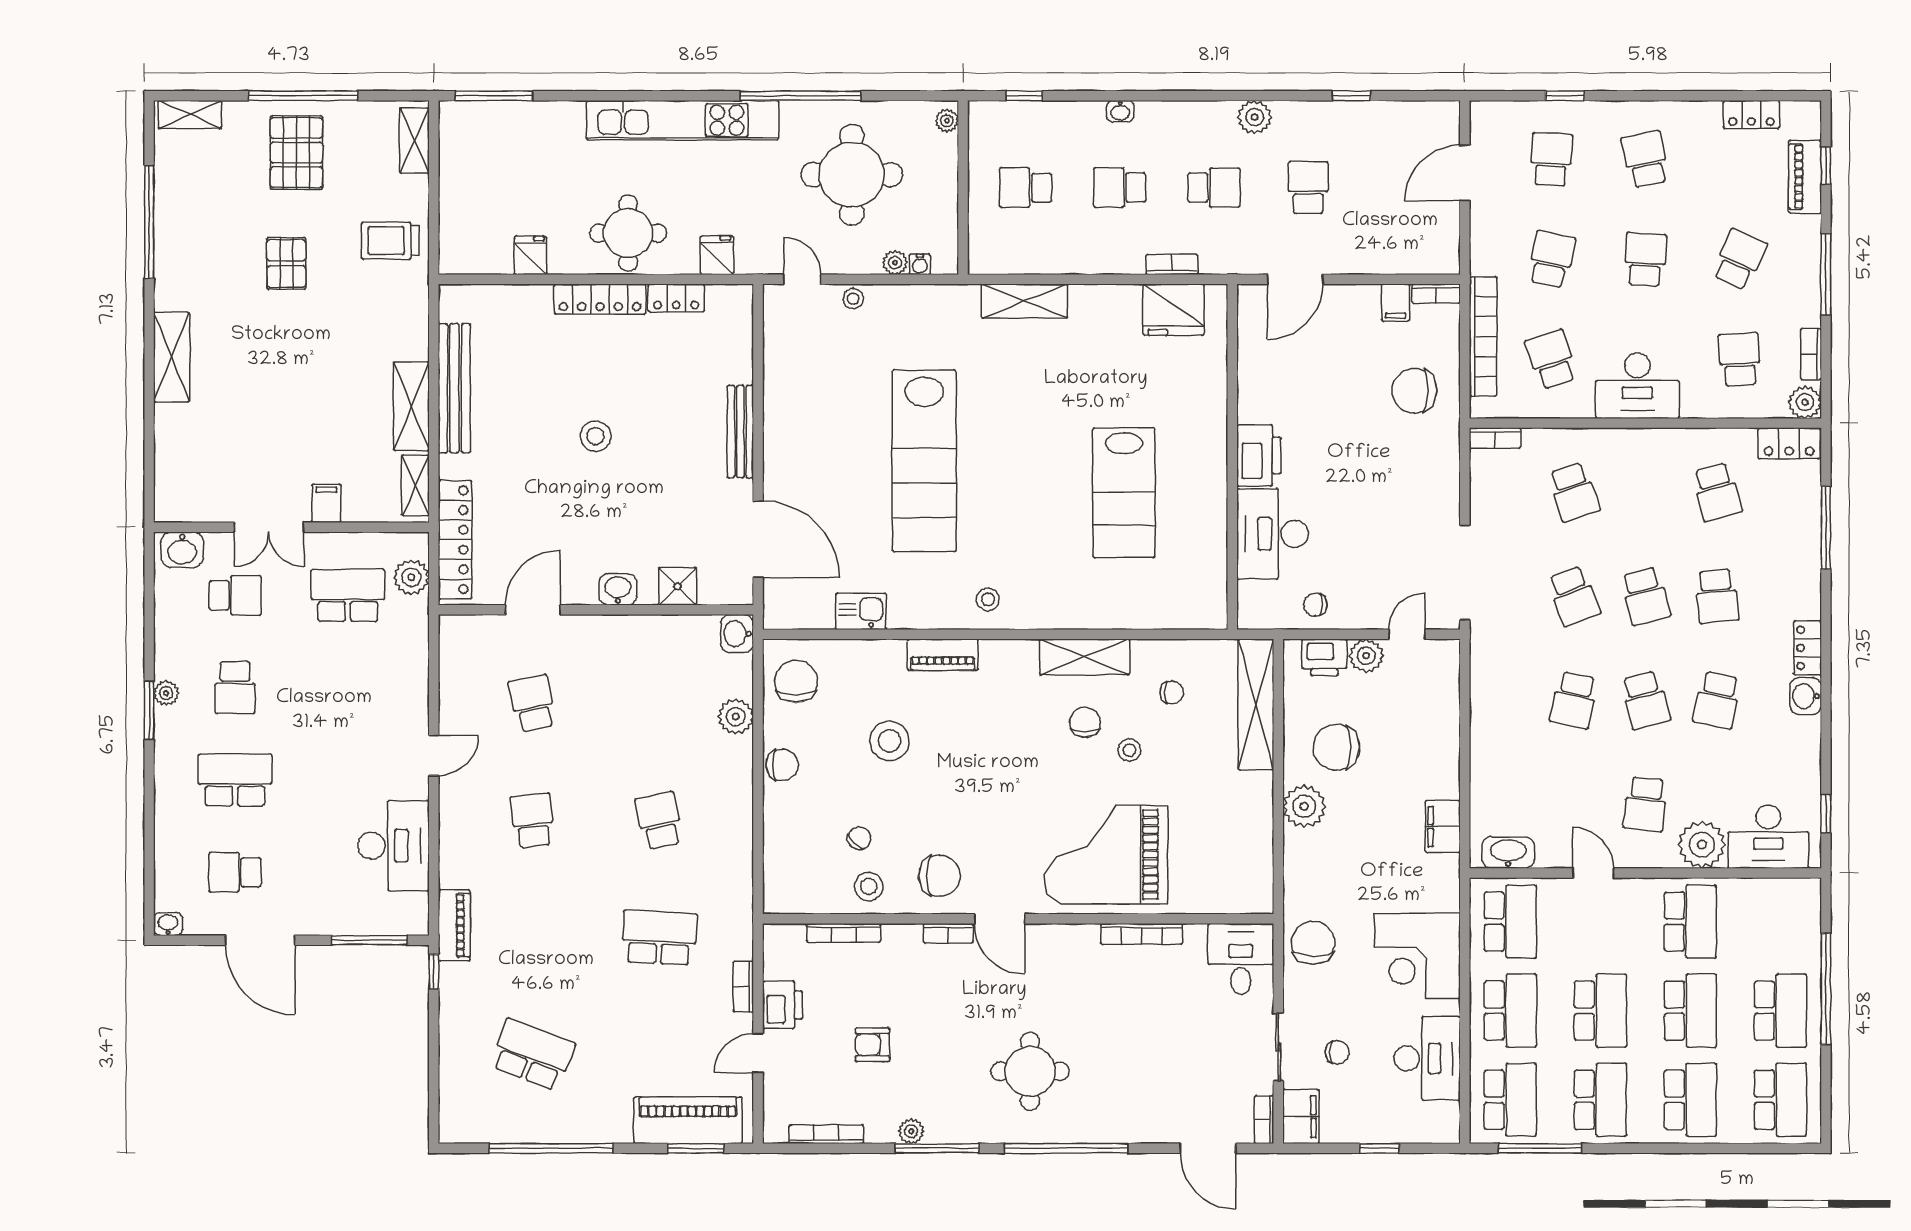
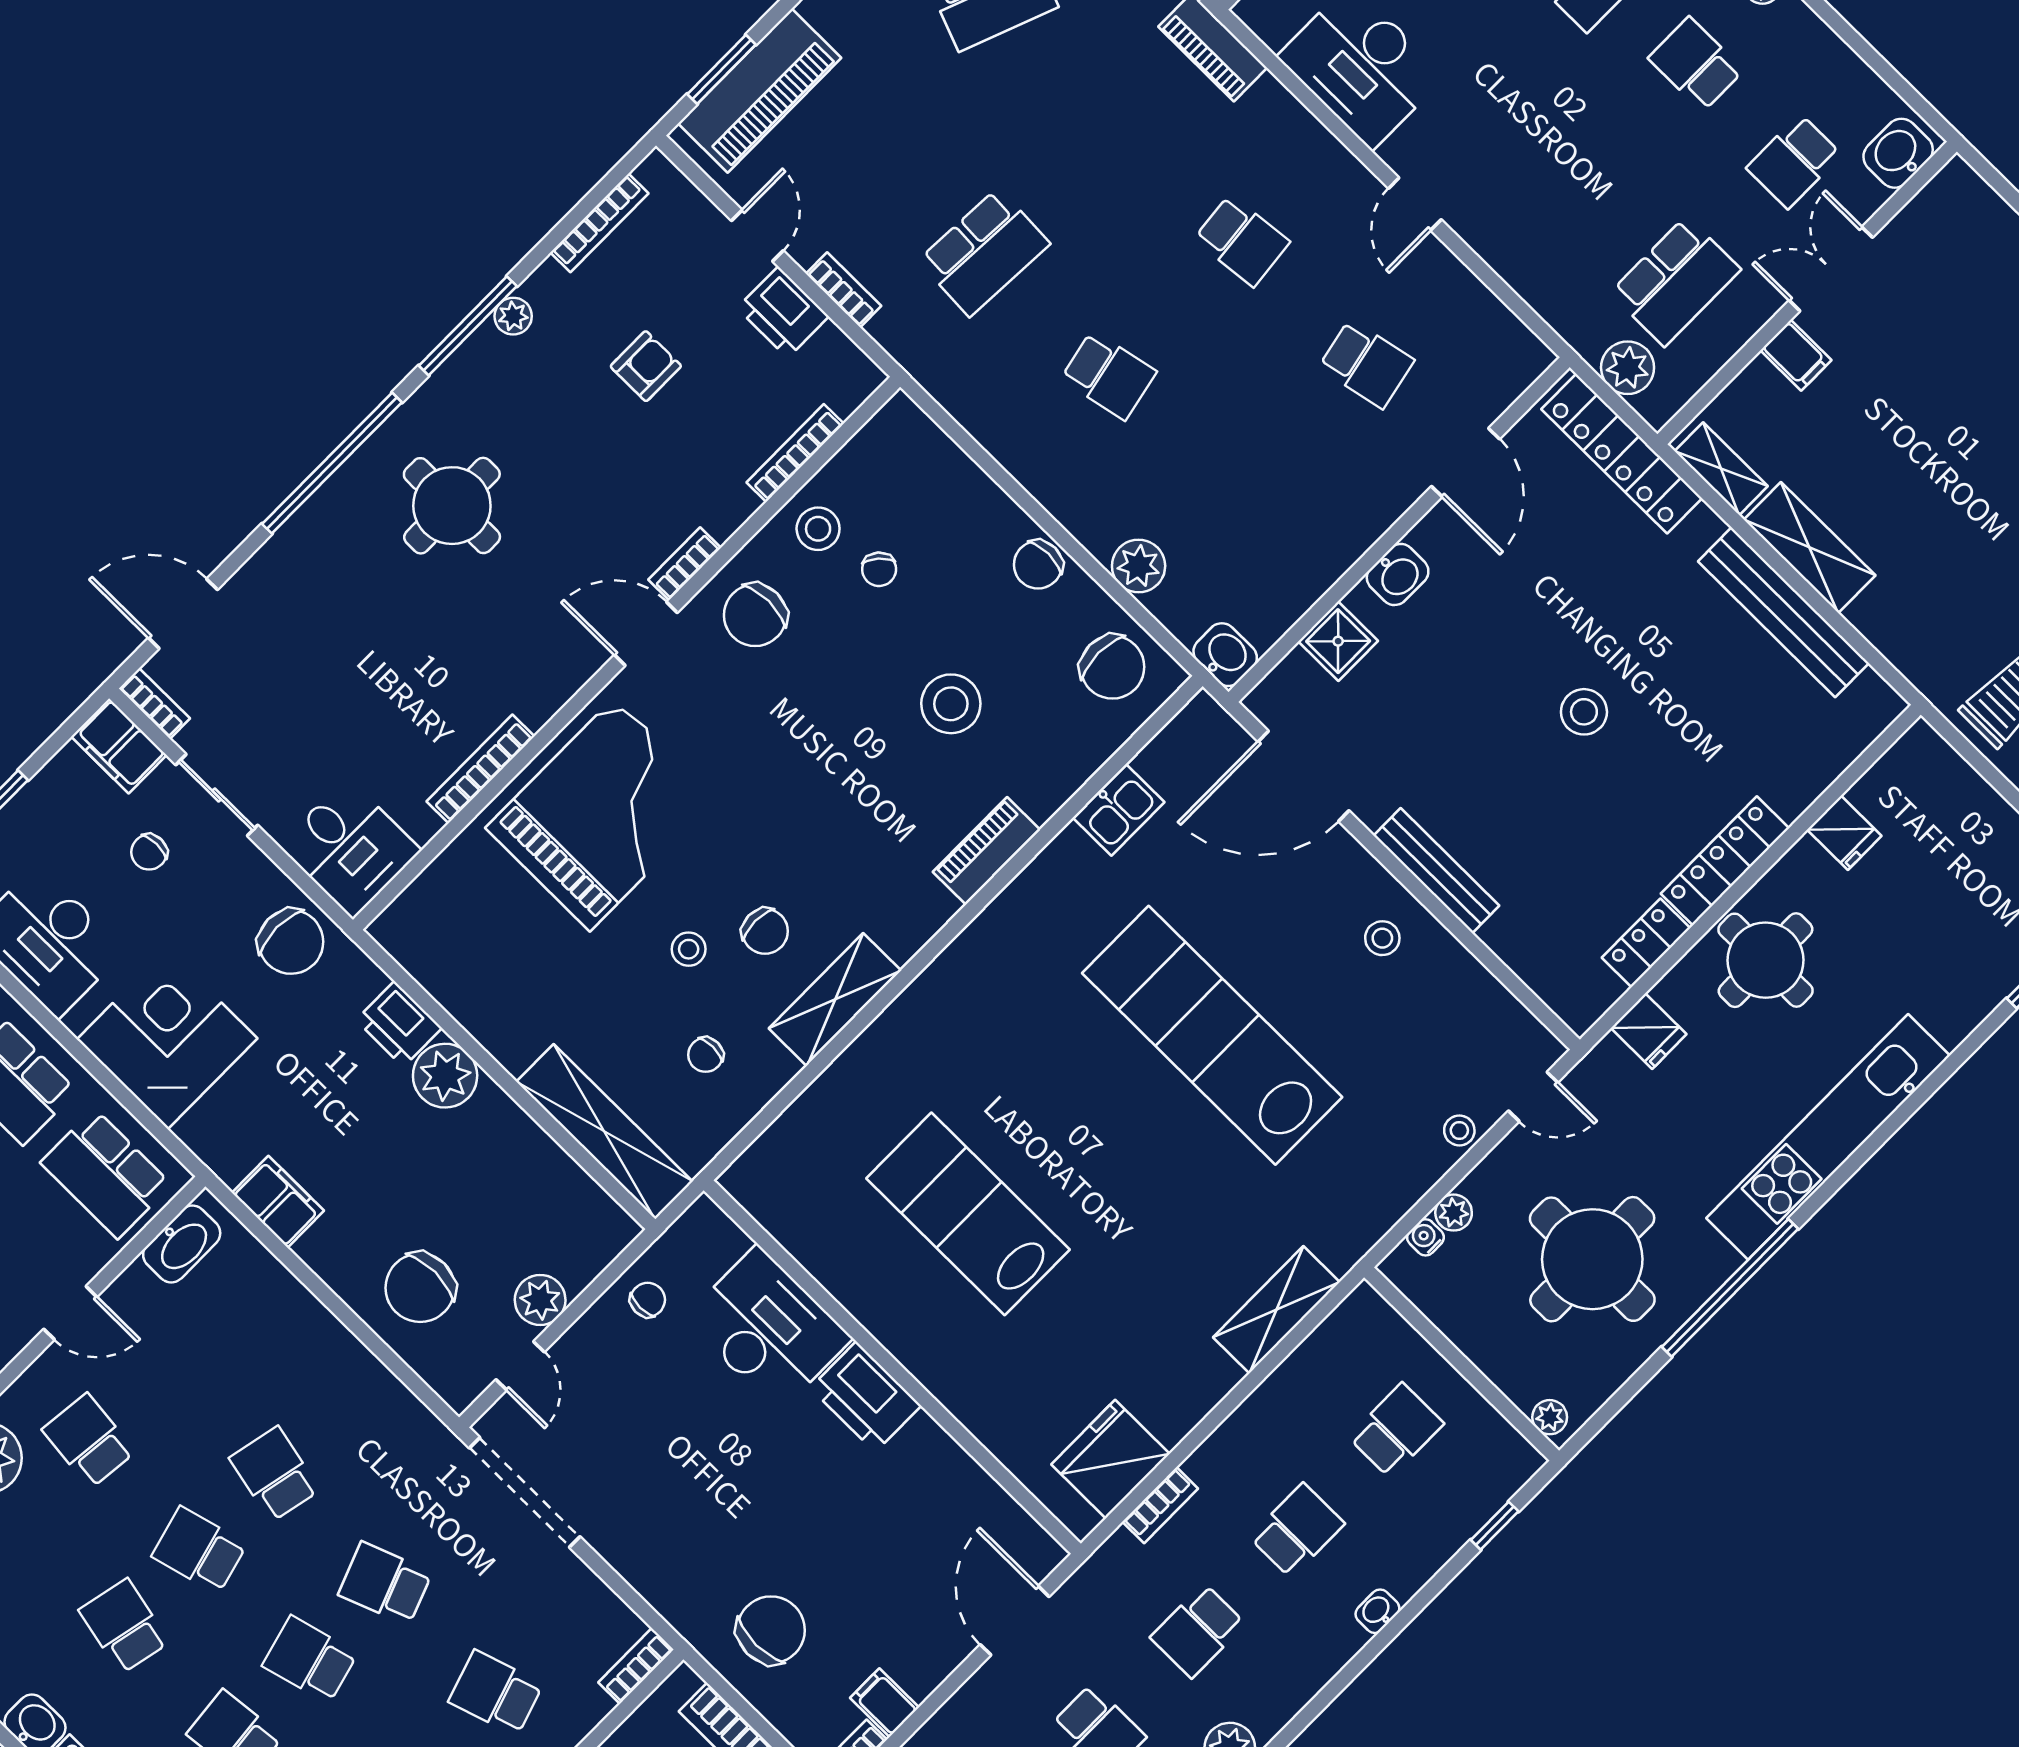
stool: (988, 599) -> (1382, 938), moved
printer: (1324, 657) -> (399, 1024), moved, turned -90
chair: (1336, 747) -> (420, 1288), moved, turned 180

